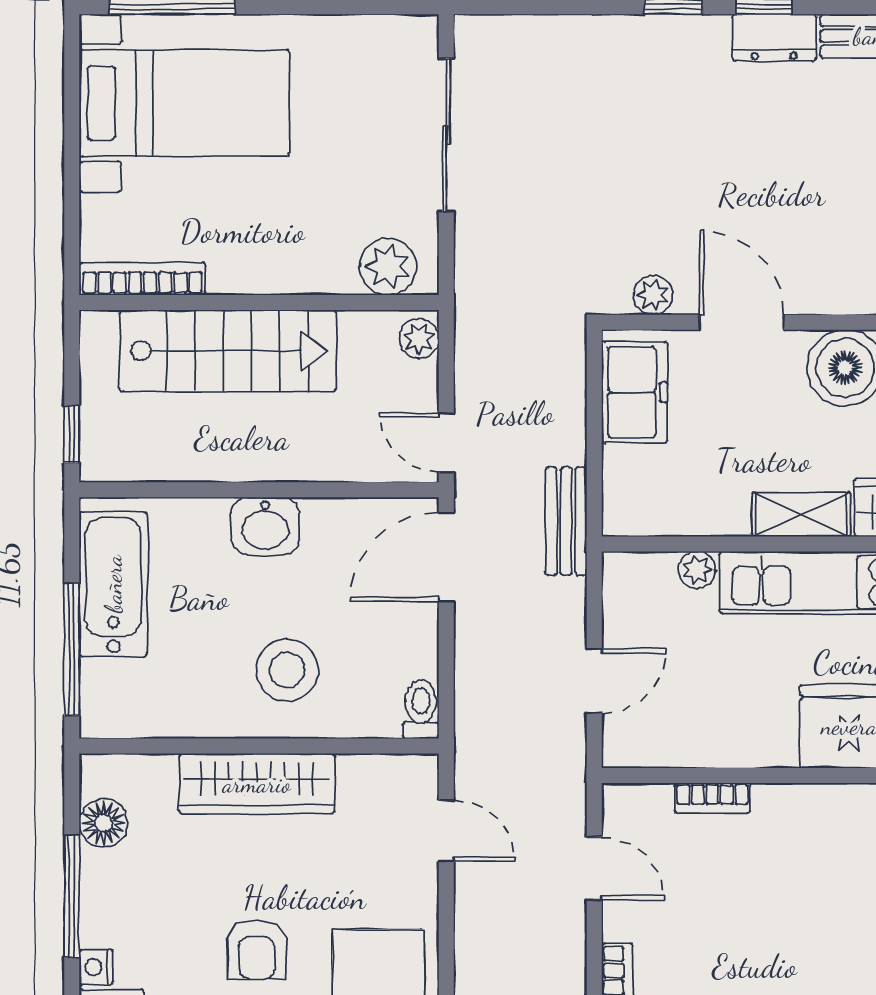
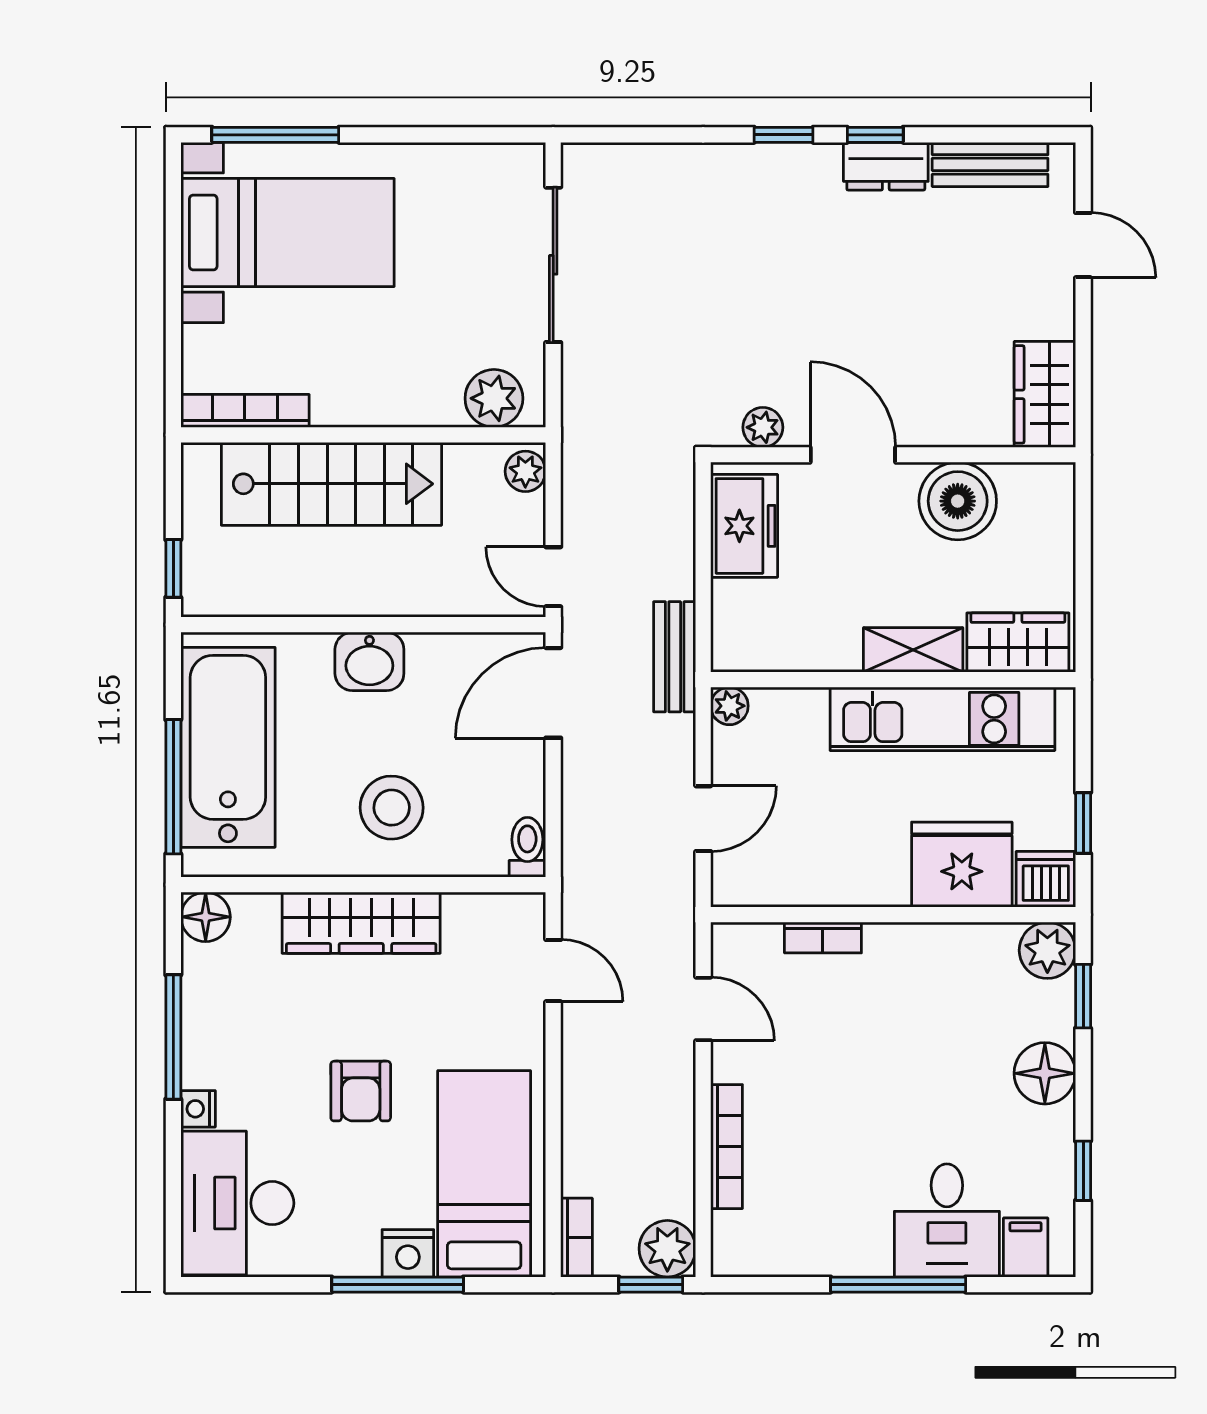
plant: (697, 570) -> (729, 706), moved
bathtub: (113, 584) -> (228, 747), width x1.36, depth x1.36
floor lamp: (104, 823) -> (206, 917), moved

